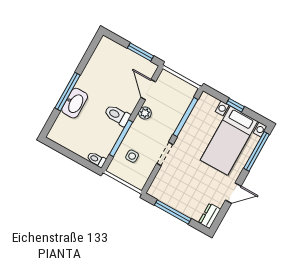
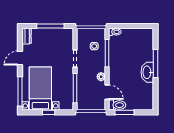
washbasin: (75, 103) -> (147, 72), moved
toilet: (117, 115) -> (117, 105), moved

